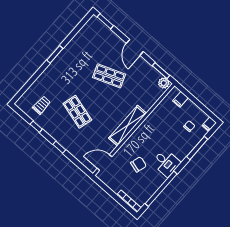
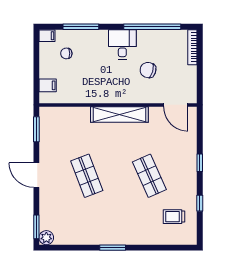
door: (135, 47) -> (36, 175), swing flipped
plant: (164, 83) -> (46, 238), moved
shop shelf: (77, 112) -> (149, 176), turned -39

